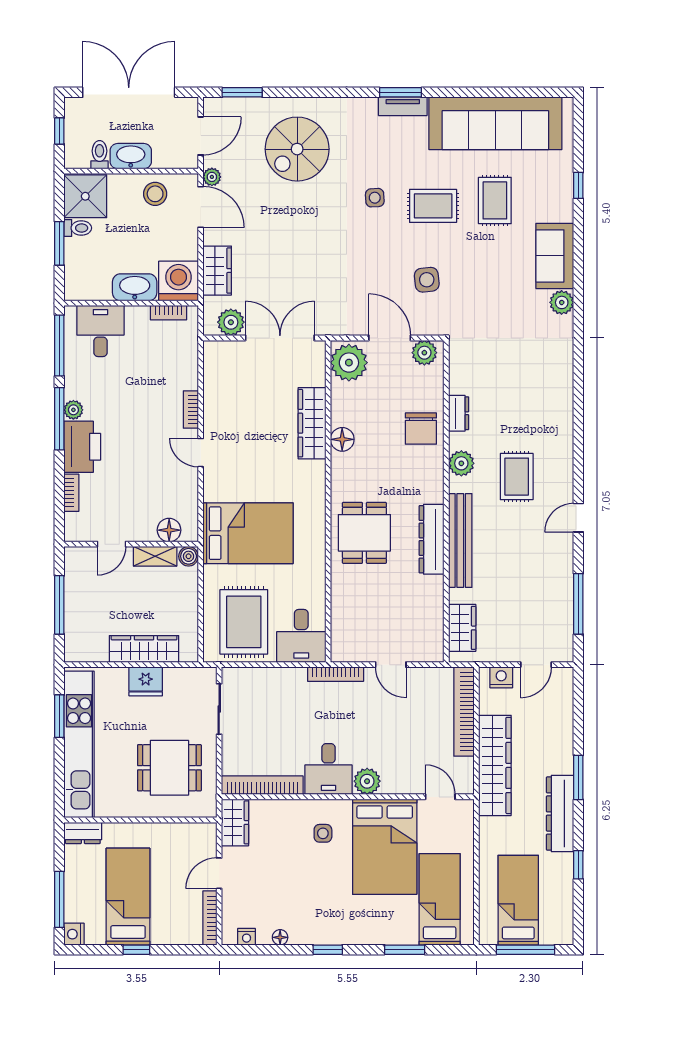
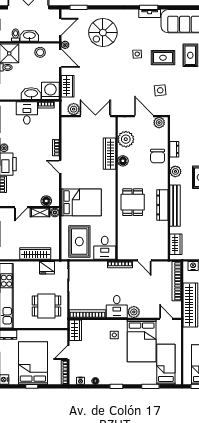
desk: (100, 331) -> (27, 113), moved
plant: (349, 363) -> (126, 139), moved
fridge: (146, 681) -> (47, 268), moved
bed: (128, 897) -> (33, 363), width x1.50

